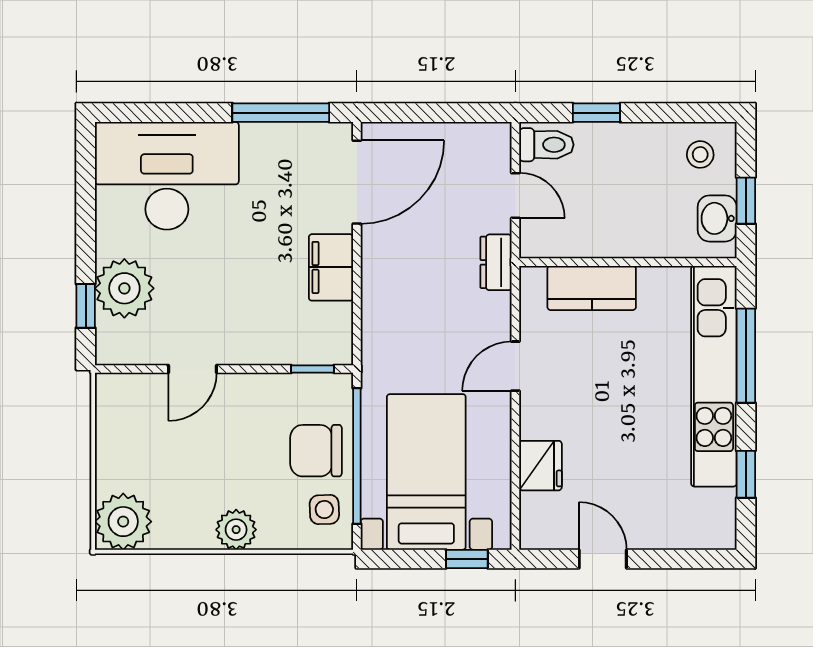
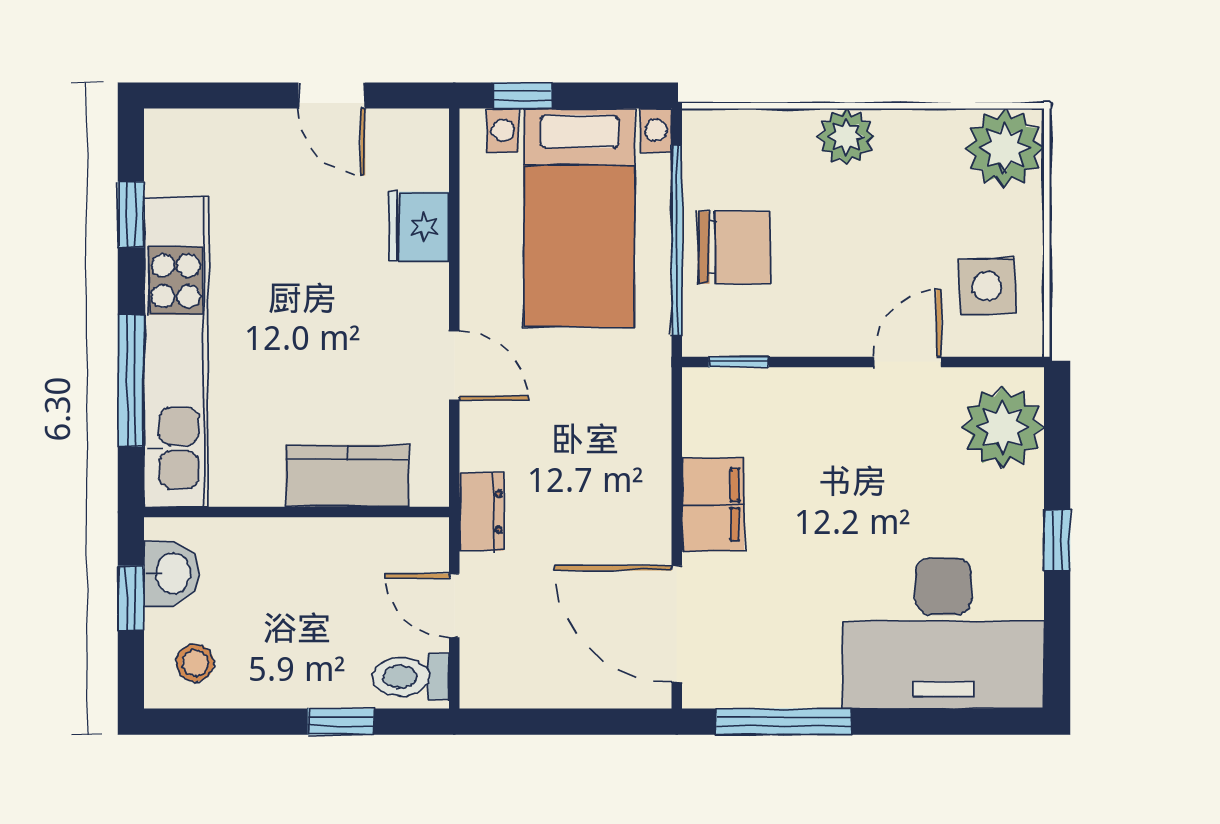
door: (357, 182) -> (677, 624), hinge flipped
plant: (124, 288) -> (1003, 427), moved
window: (86, 306) -> (1057, 540), moved
door: (515, 366) -> (454, 366), hinge flipped
side table: (324, 510) -> (987, 286), moved, width x1.37, depth x1.37

